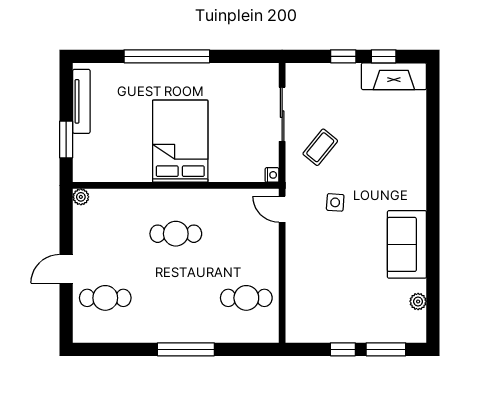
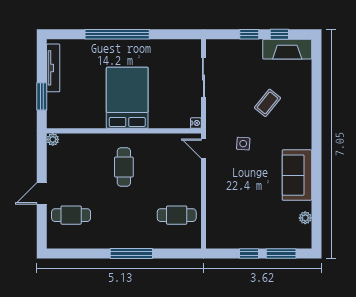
coffee table: (320, 147) -> (267, 103), moved
cafe table: (176, 234) -> (124, 167), turned 90

